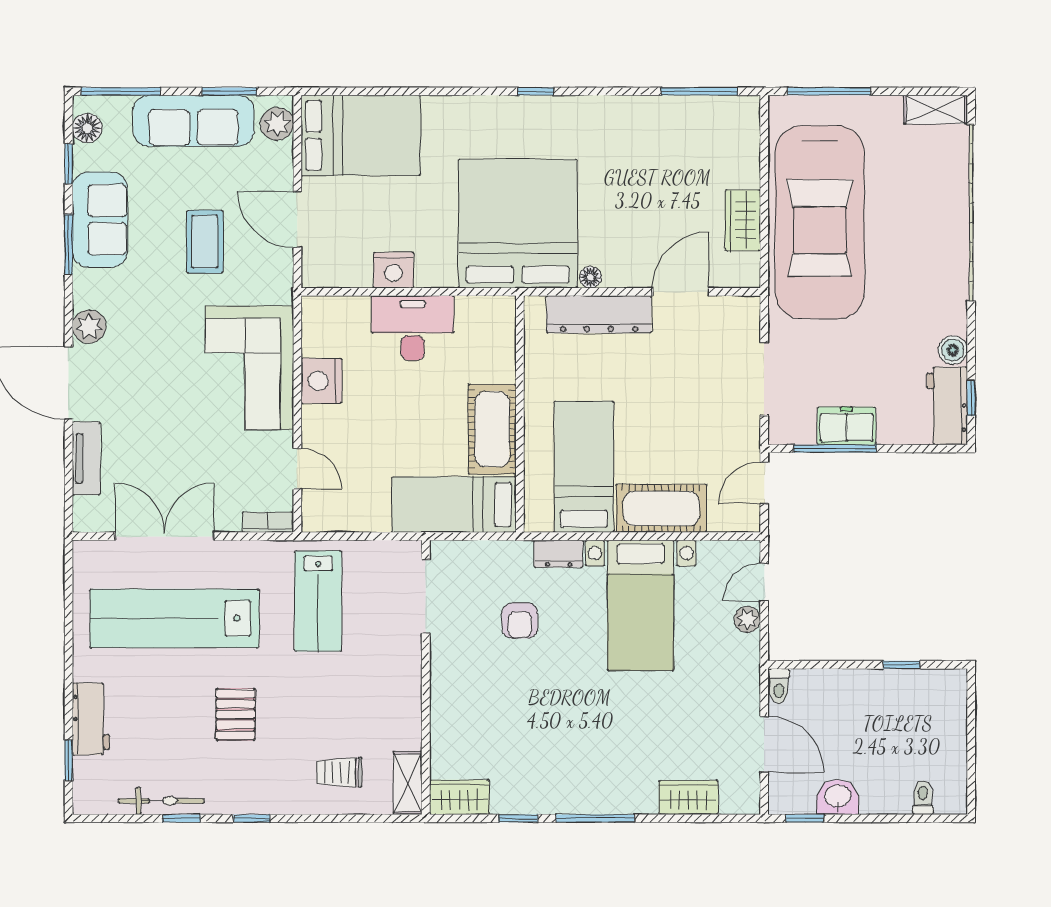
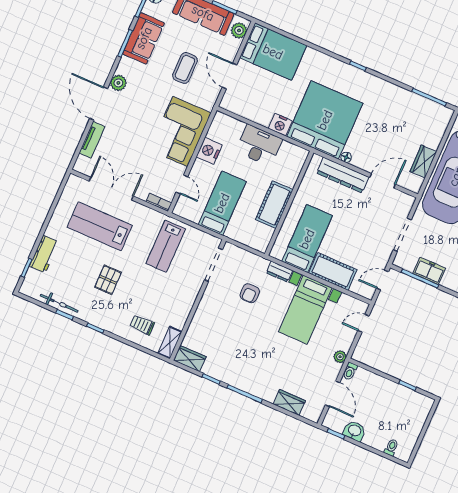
nightstand: (393, 270) -> (280, 125), moved
bed: (454, 505) -> (222, 203), moved, turned 90
lab bench: (174, 618) -> (100, 226), width x0.73
plant: (747, 619) -> (340, 357), moved

